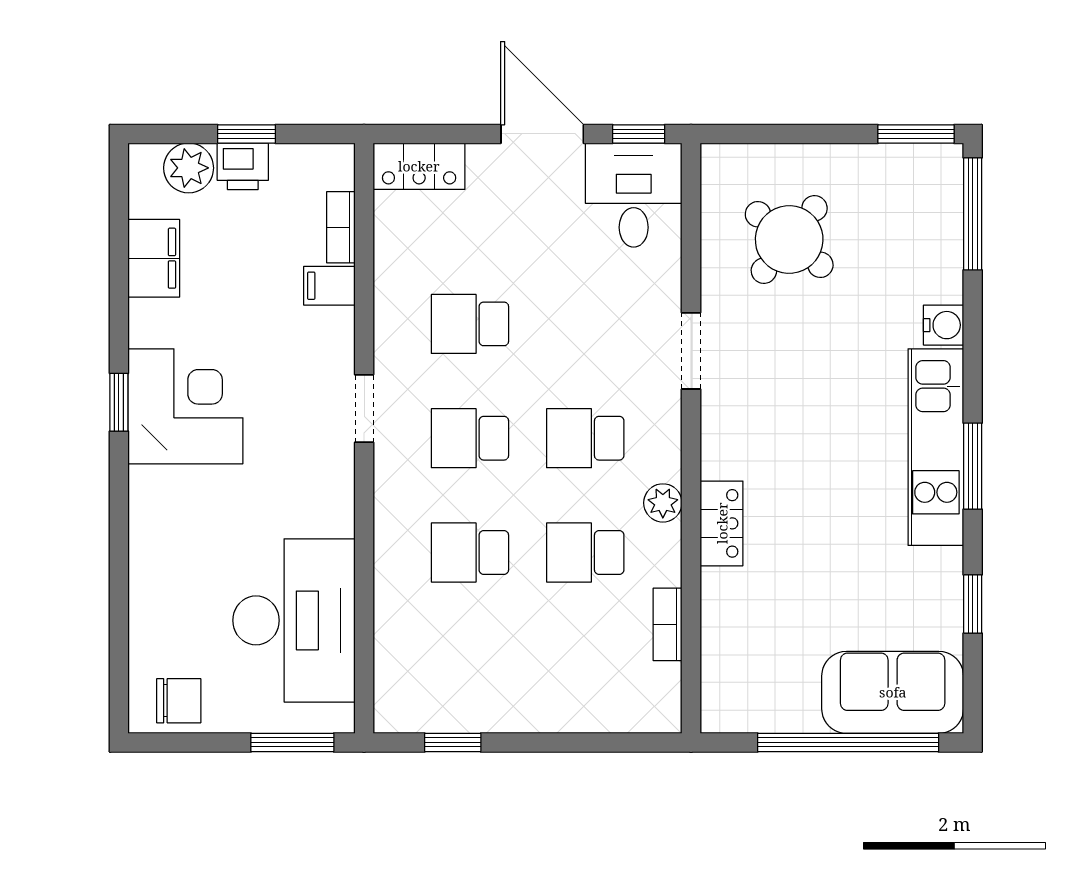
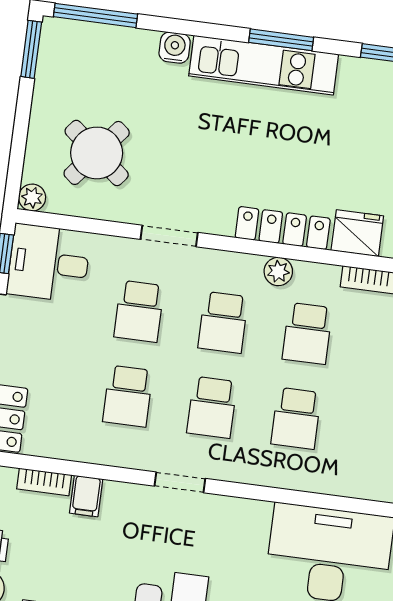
plant: (718, 161) -> (32, 198), added
school desk: (585, 324) -> (139, 311), added
locker: (722, 523) -> (283, 228), width x1.53
fridge: (728, 602) -> (357, 233), added

